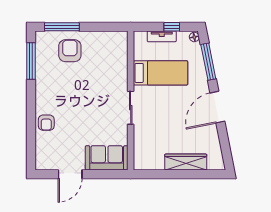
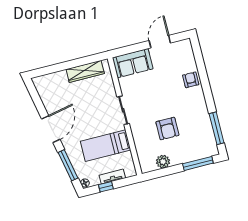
plant: (101, 39) -> (163, 162), added
armchair: (70, 51) -> (167, 129), moved
wardrobe: (186, 162) -> (85, 71), moved

